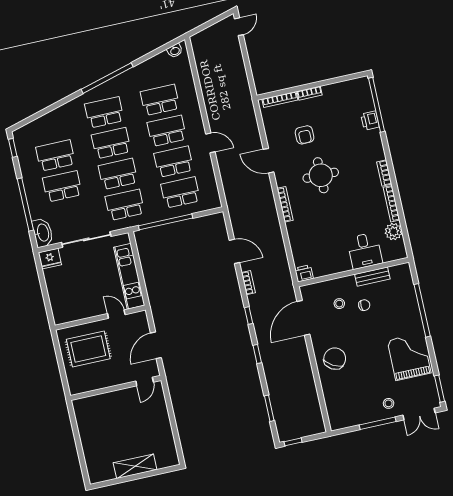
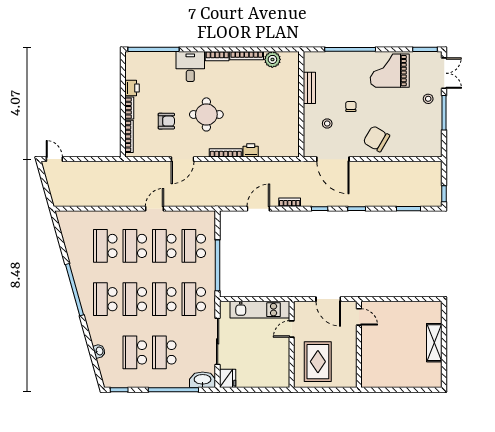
washbasin: (175, 51) -> (99, 351), moved
printer: (370, 121) -> (132, 88), moved, turned -90
desk: (365, 251) -> (190, 67), moved, turned -90
printer: (304, 273) -> (251, 150), moved, turned 90
chair: (364, 305) -> (351, 106), moved

